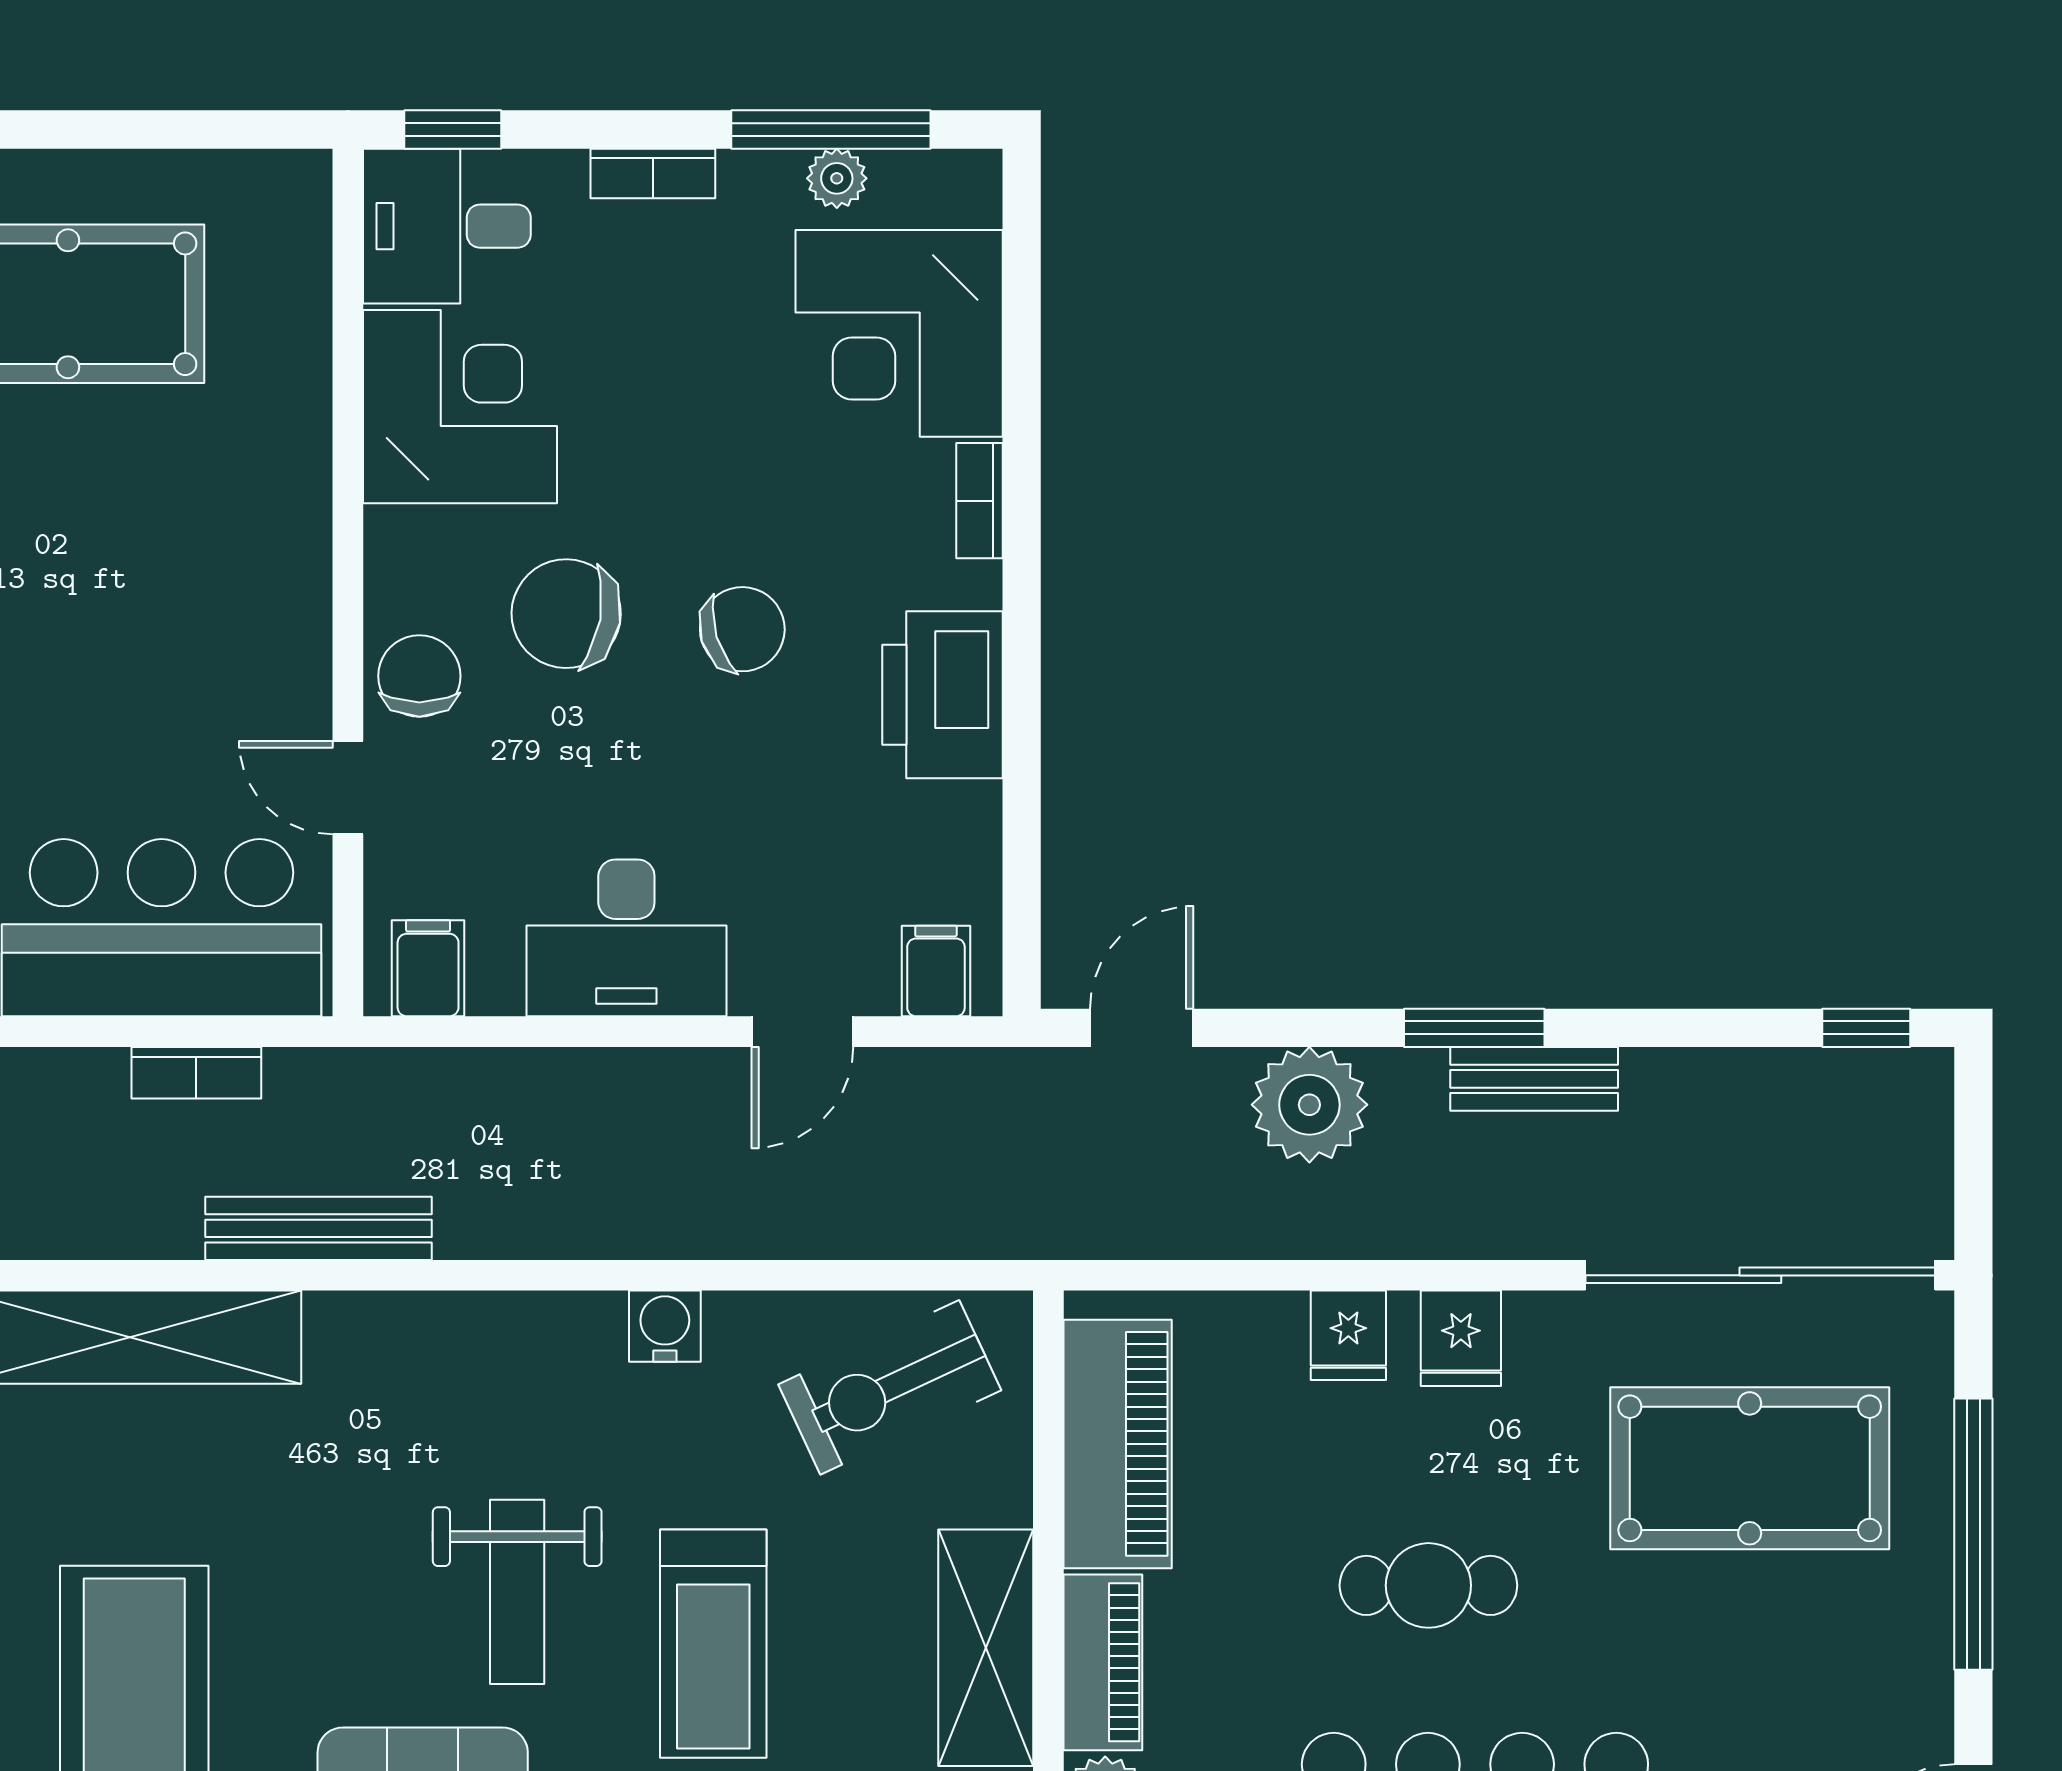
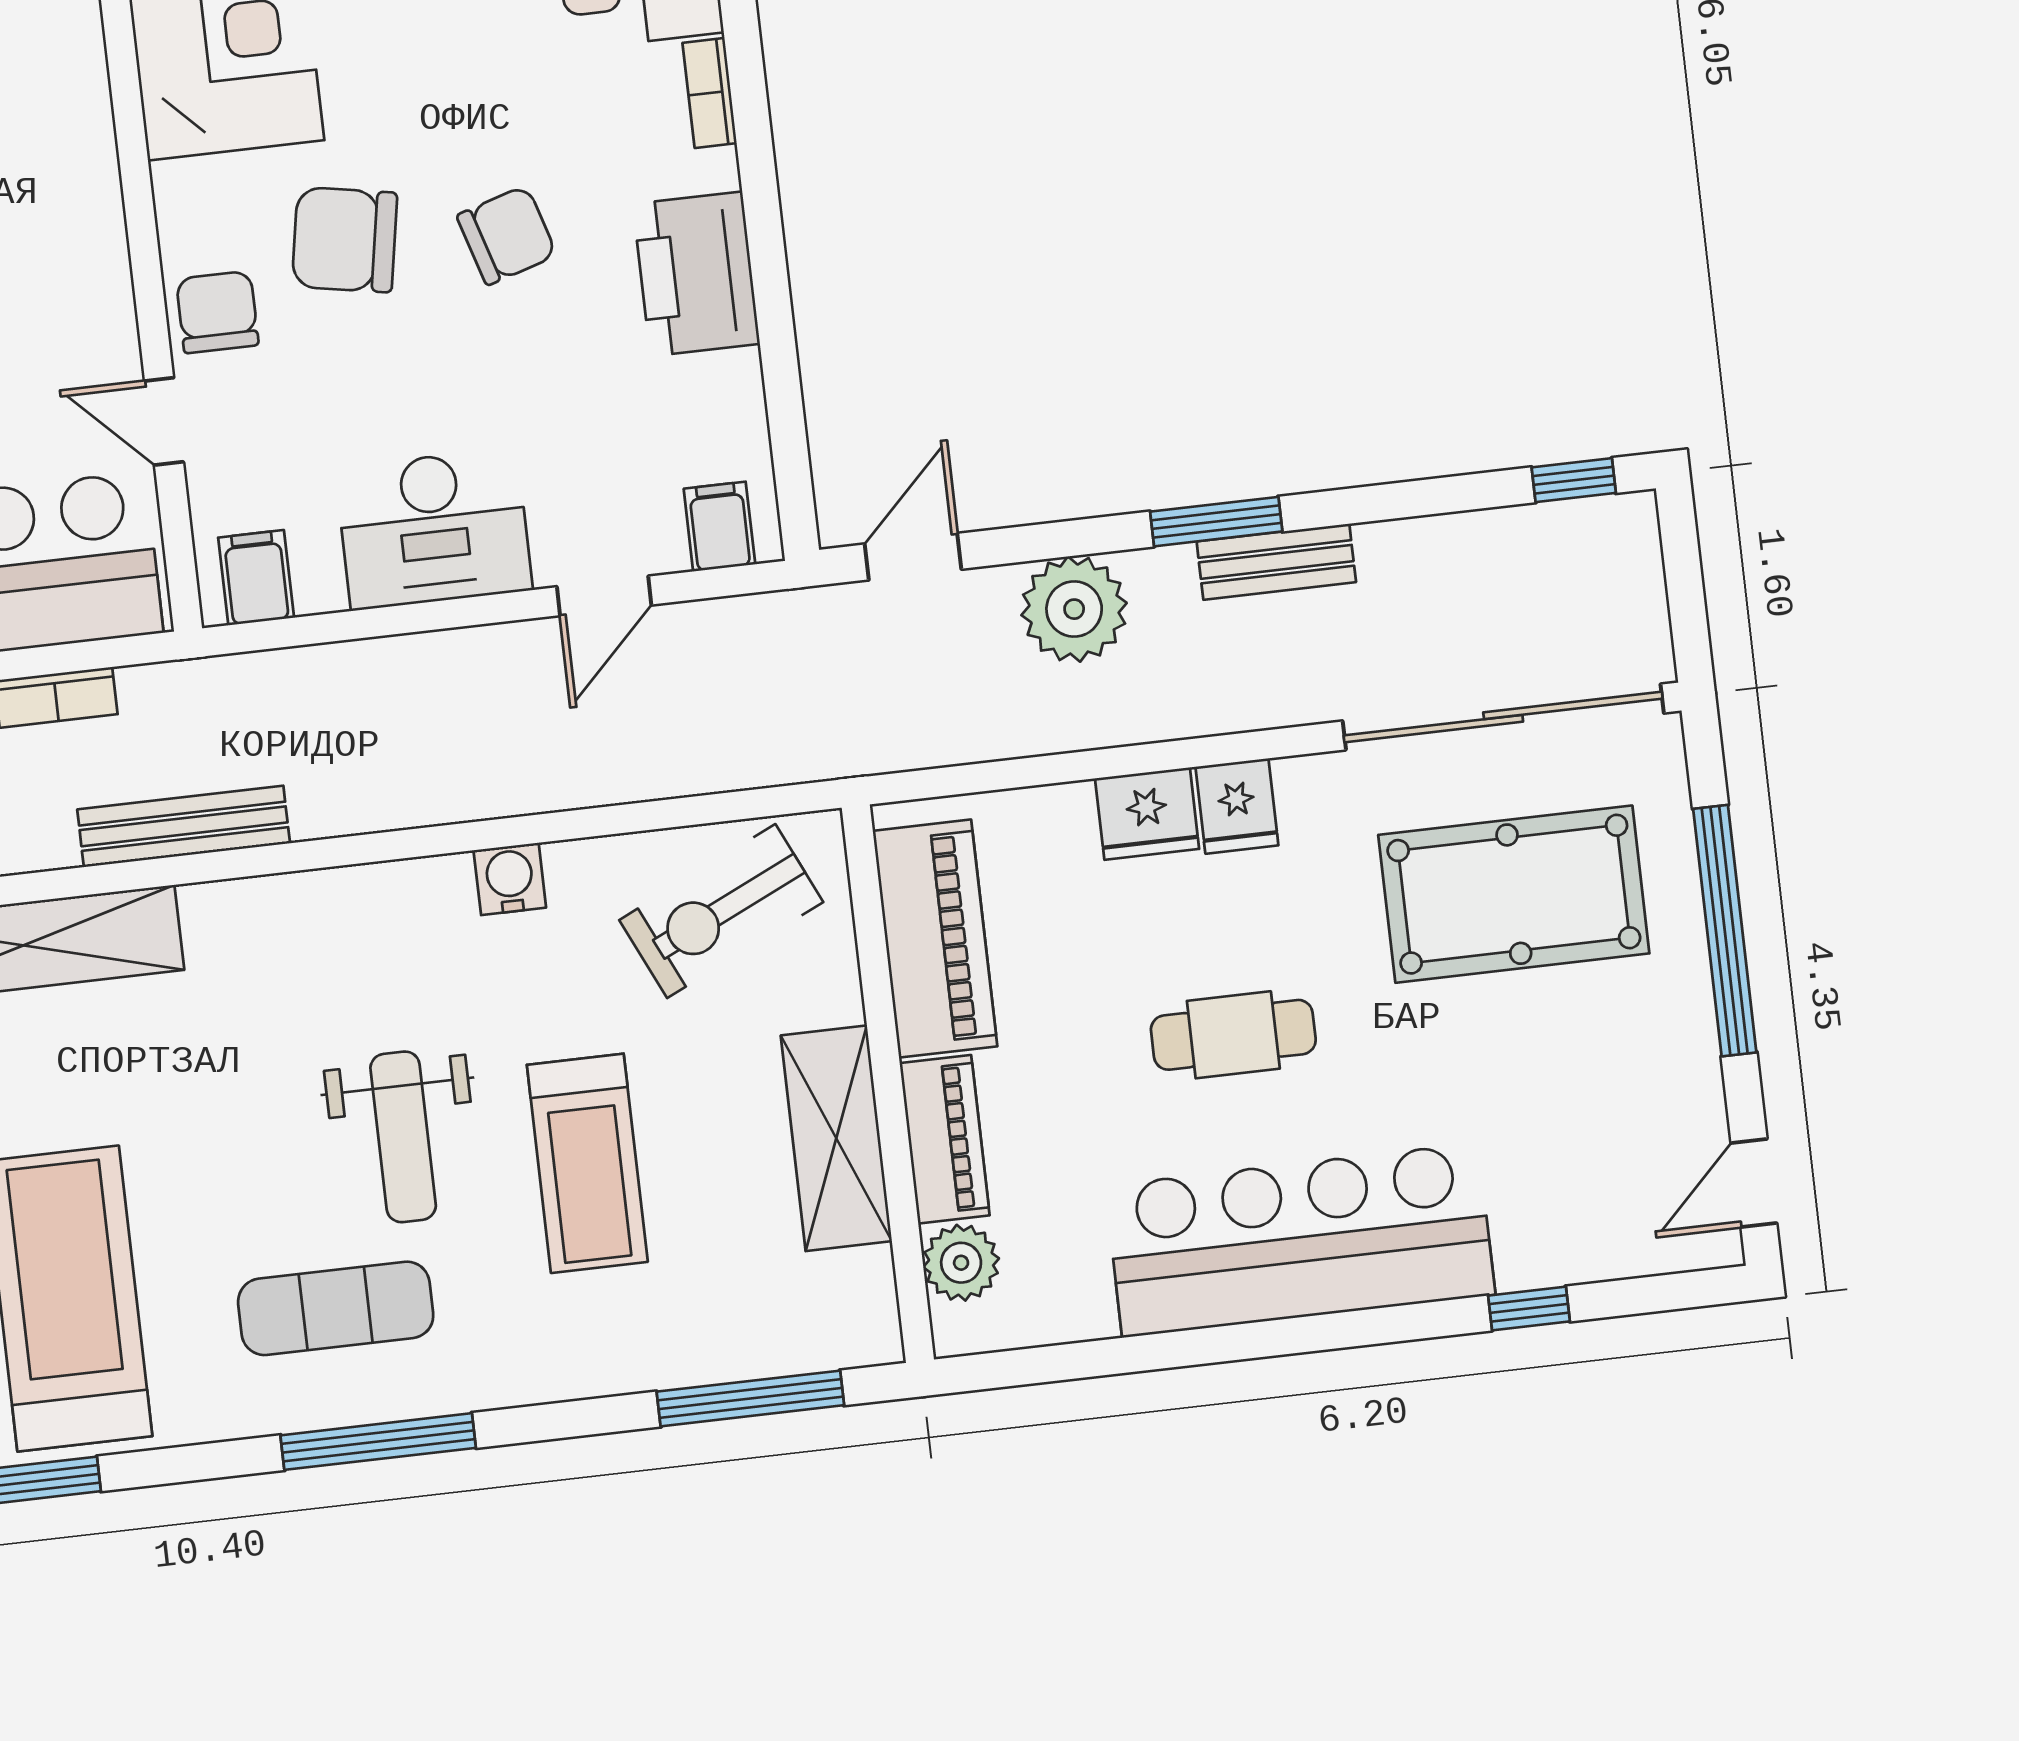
fridge: (1348, 1335) -> (1147, 814), width x1.38

